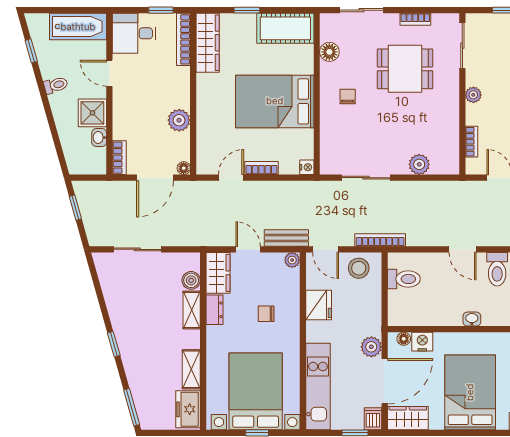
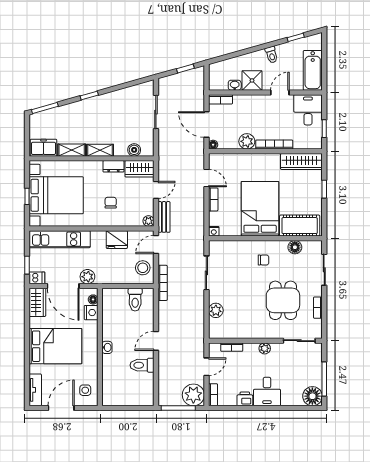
cot: (285, 28) -> (300, 226), moved, turned 90
bookcase: (183, 39) -> (274, 145), moved
shelving: (192, 310) -> (100, 150), moved

